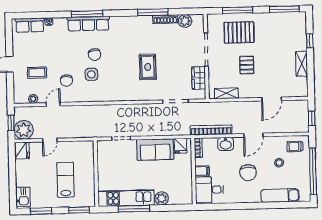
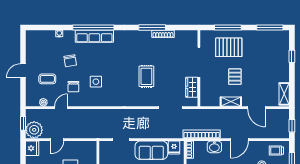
window: (87, 14) -> (93, 27), width x1.46
plant: (185, 21) -> (181, 36), removed
row of seats: (30, 25) -> (42, 36), removed
chair: (95, 54) -> (70, 61), moved
shelving: (302, 64) -> (284, 94), moved
shelving: (226, 93) -> (231, 102), moved
door: (272, 99) -> (256, 108), hinge flipped

